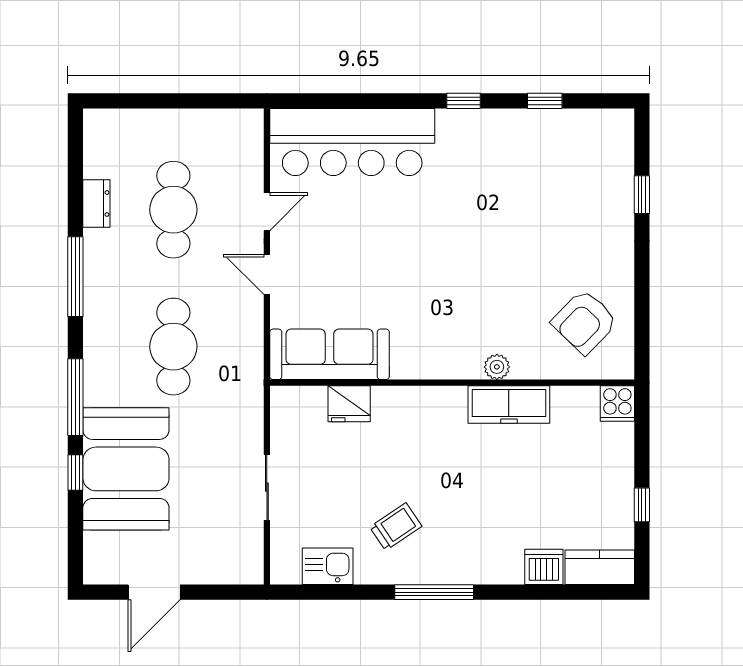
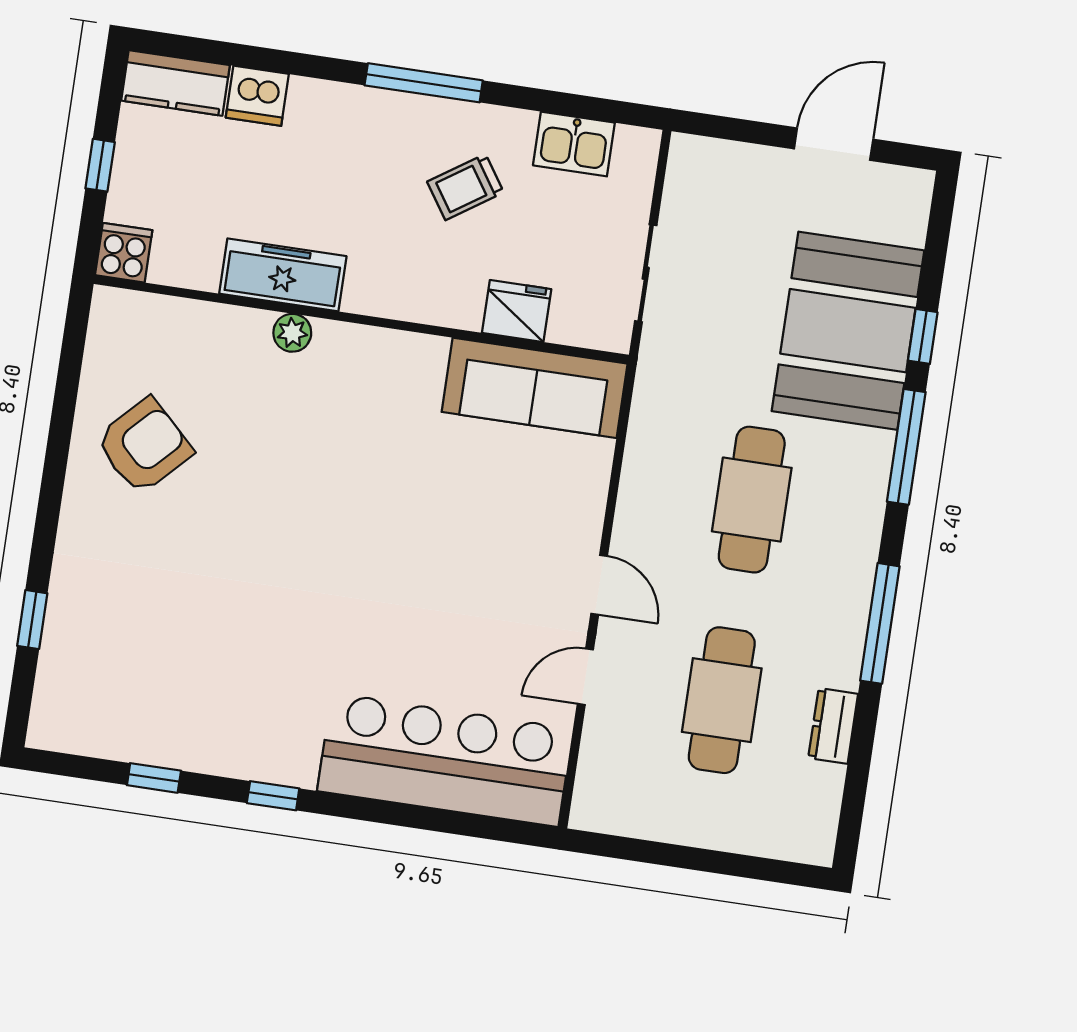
sofa: (330, 354) -> (535, 388), moved
plant: (497, 367) -> (292, 333), moved
wall: (452, 383) -> (361, 319), moved
fridge: (349, 404) -> (517, 311), moved
cooker: (617, 404) -> (124, 253), moved
freezer: (509, 405) -> (283, 275), moved

